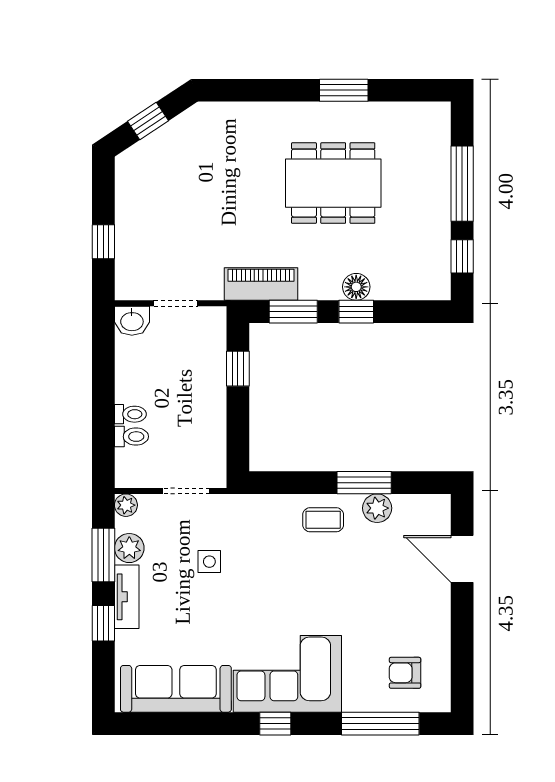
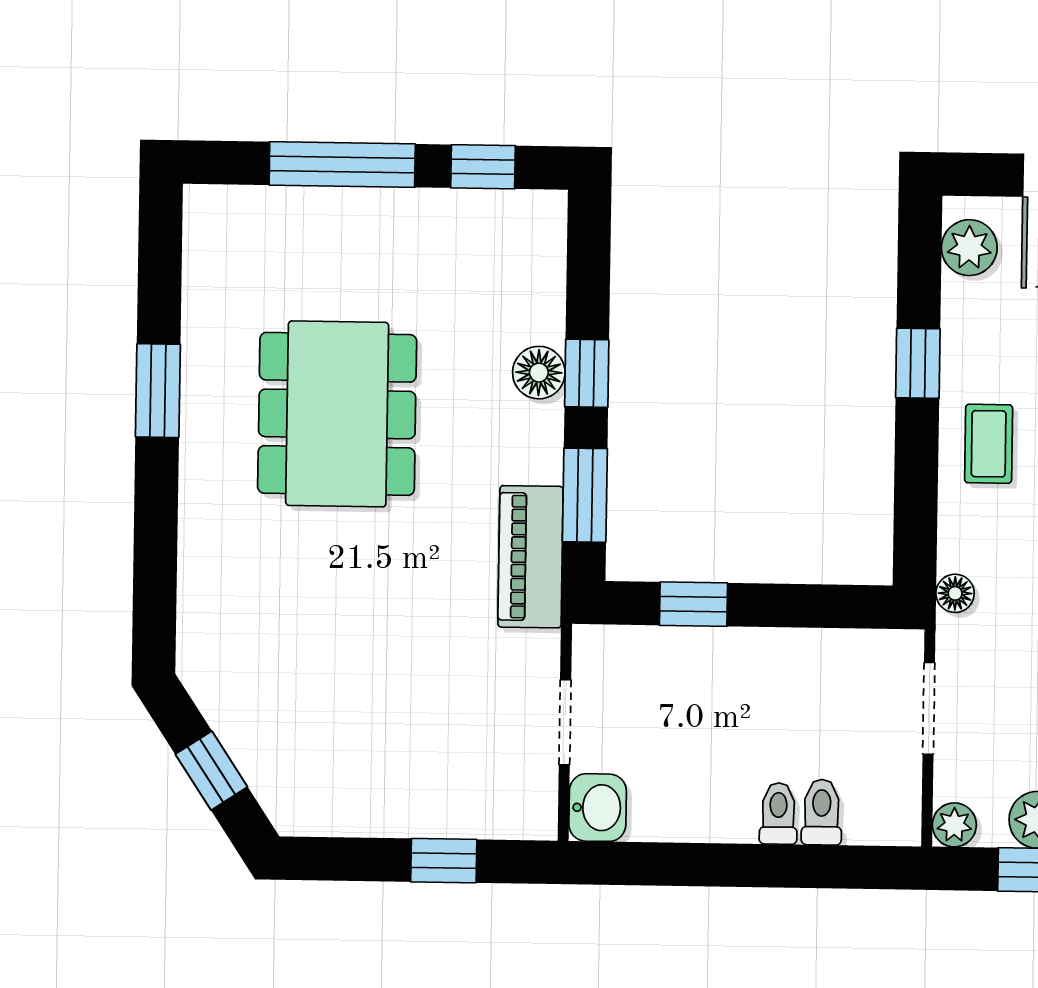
window: (364, 483) -> (918, 363), width x0.67
floor lamp: (246, 504) -> (955, 593), added
plant: (377, 508) -> (969, 248), moved

